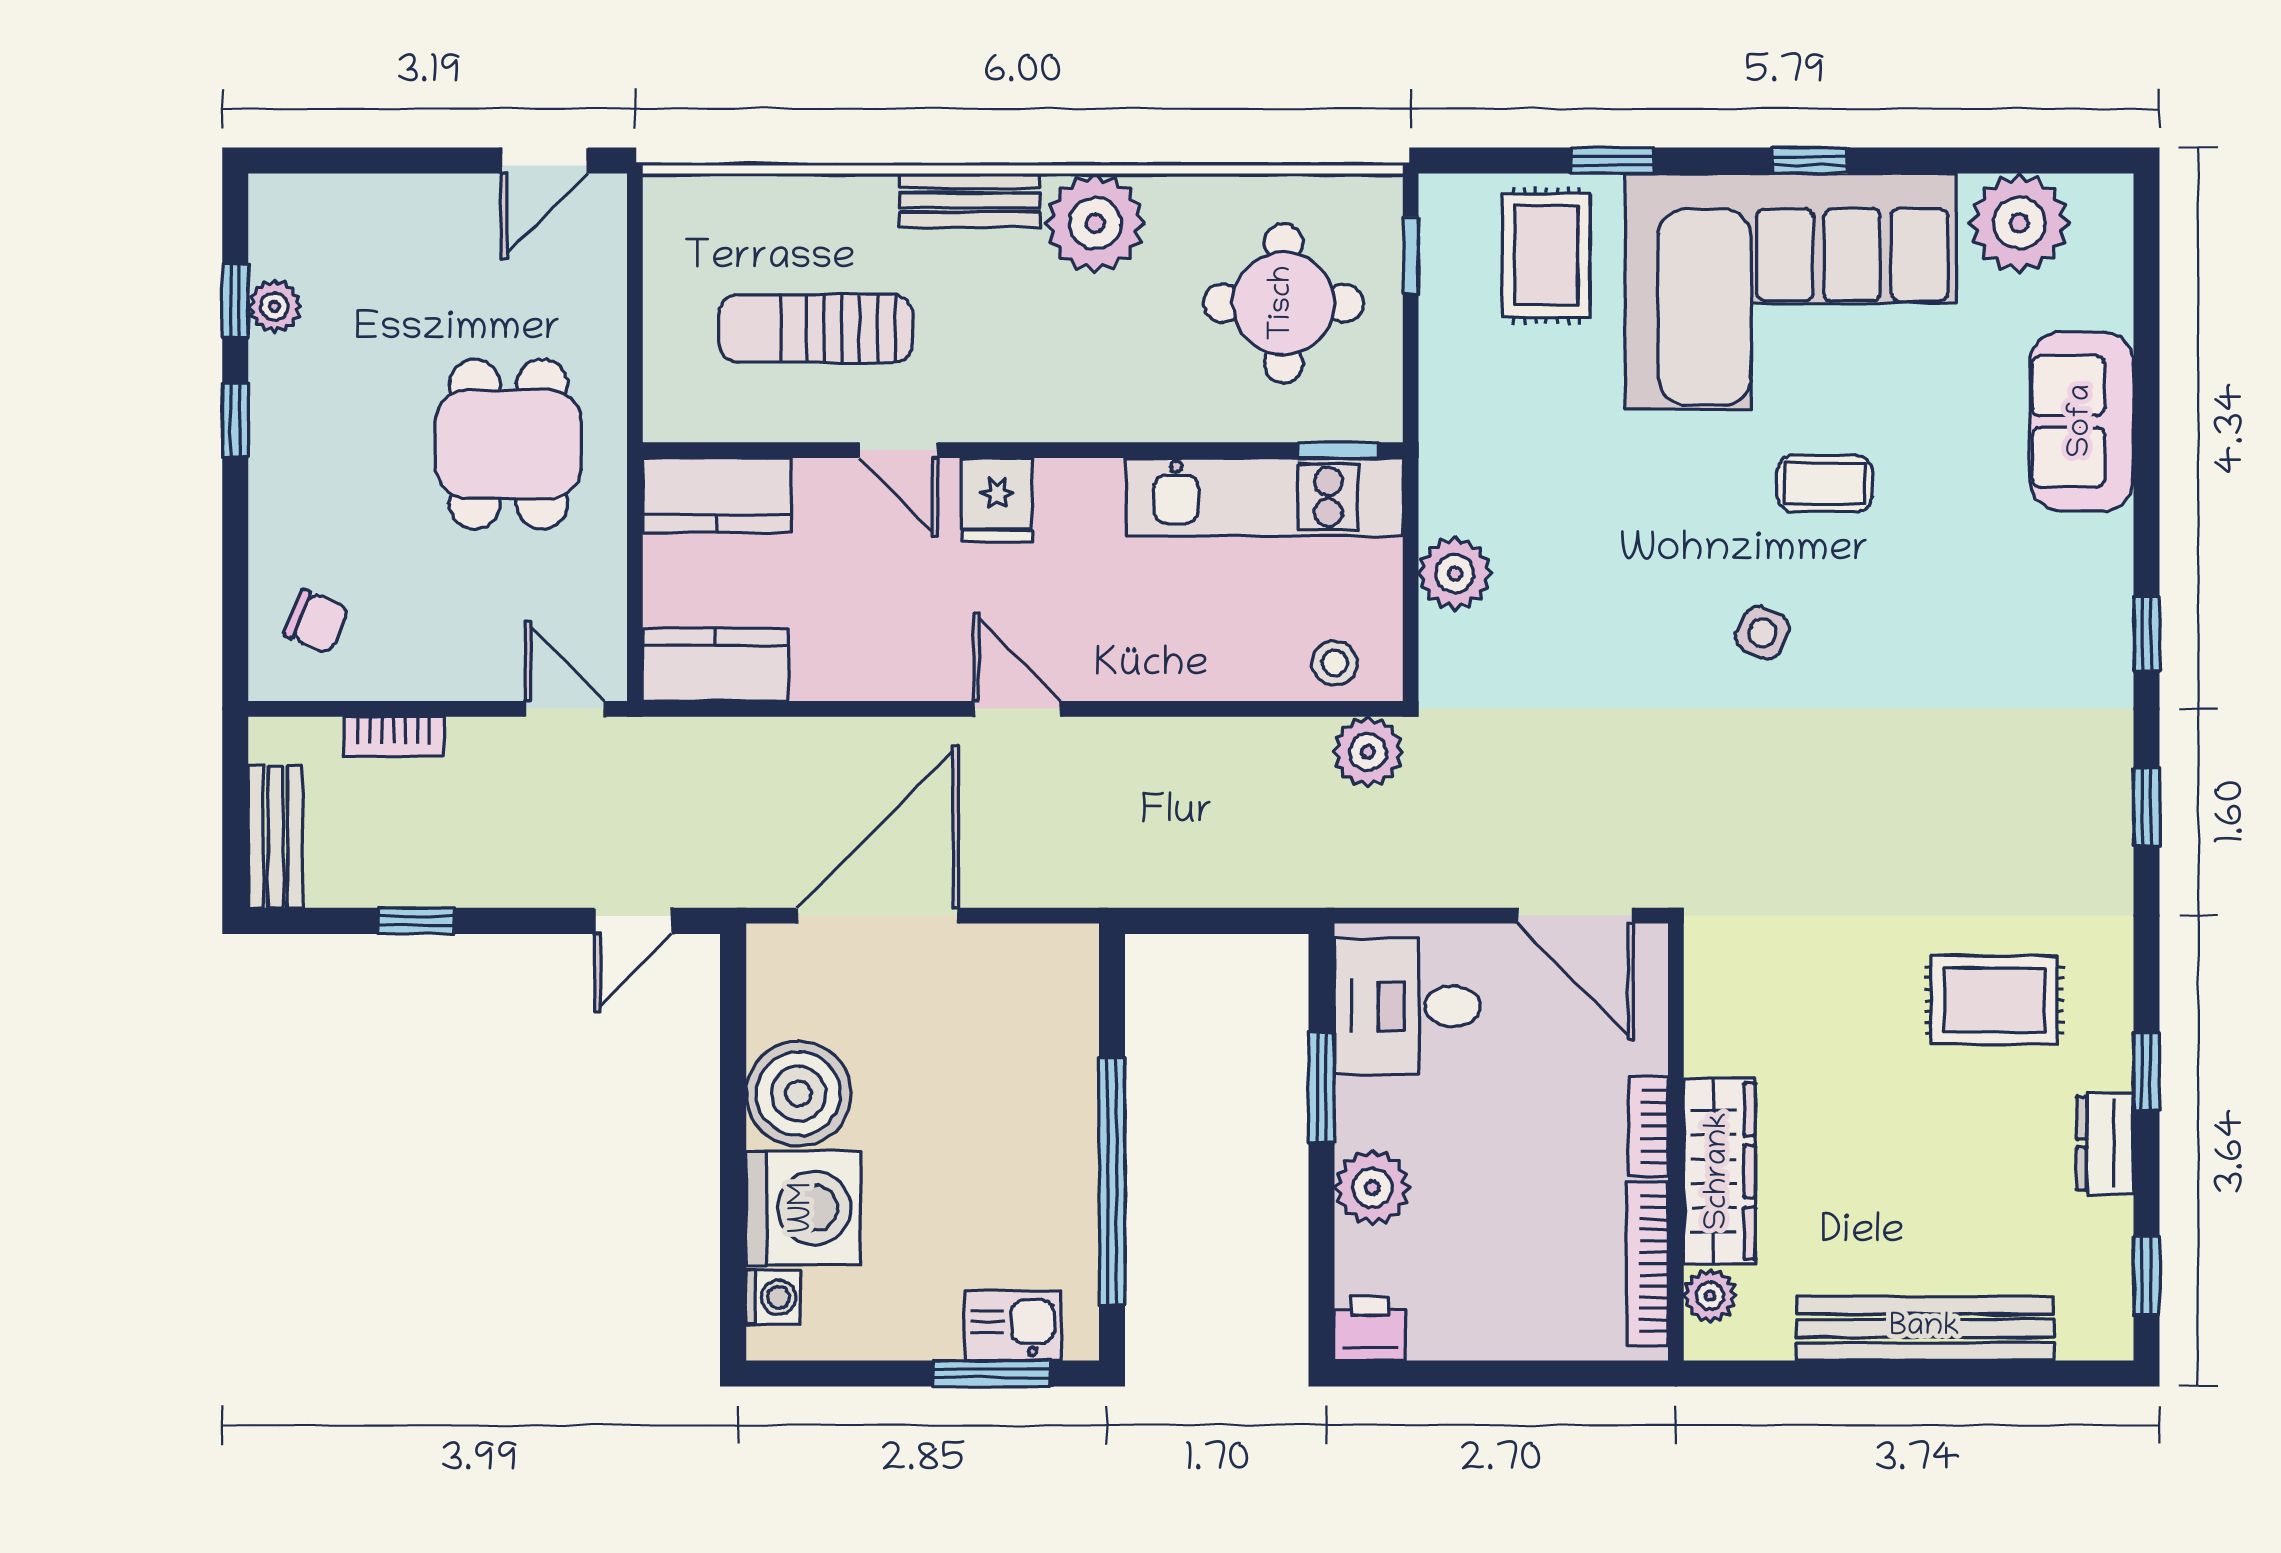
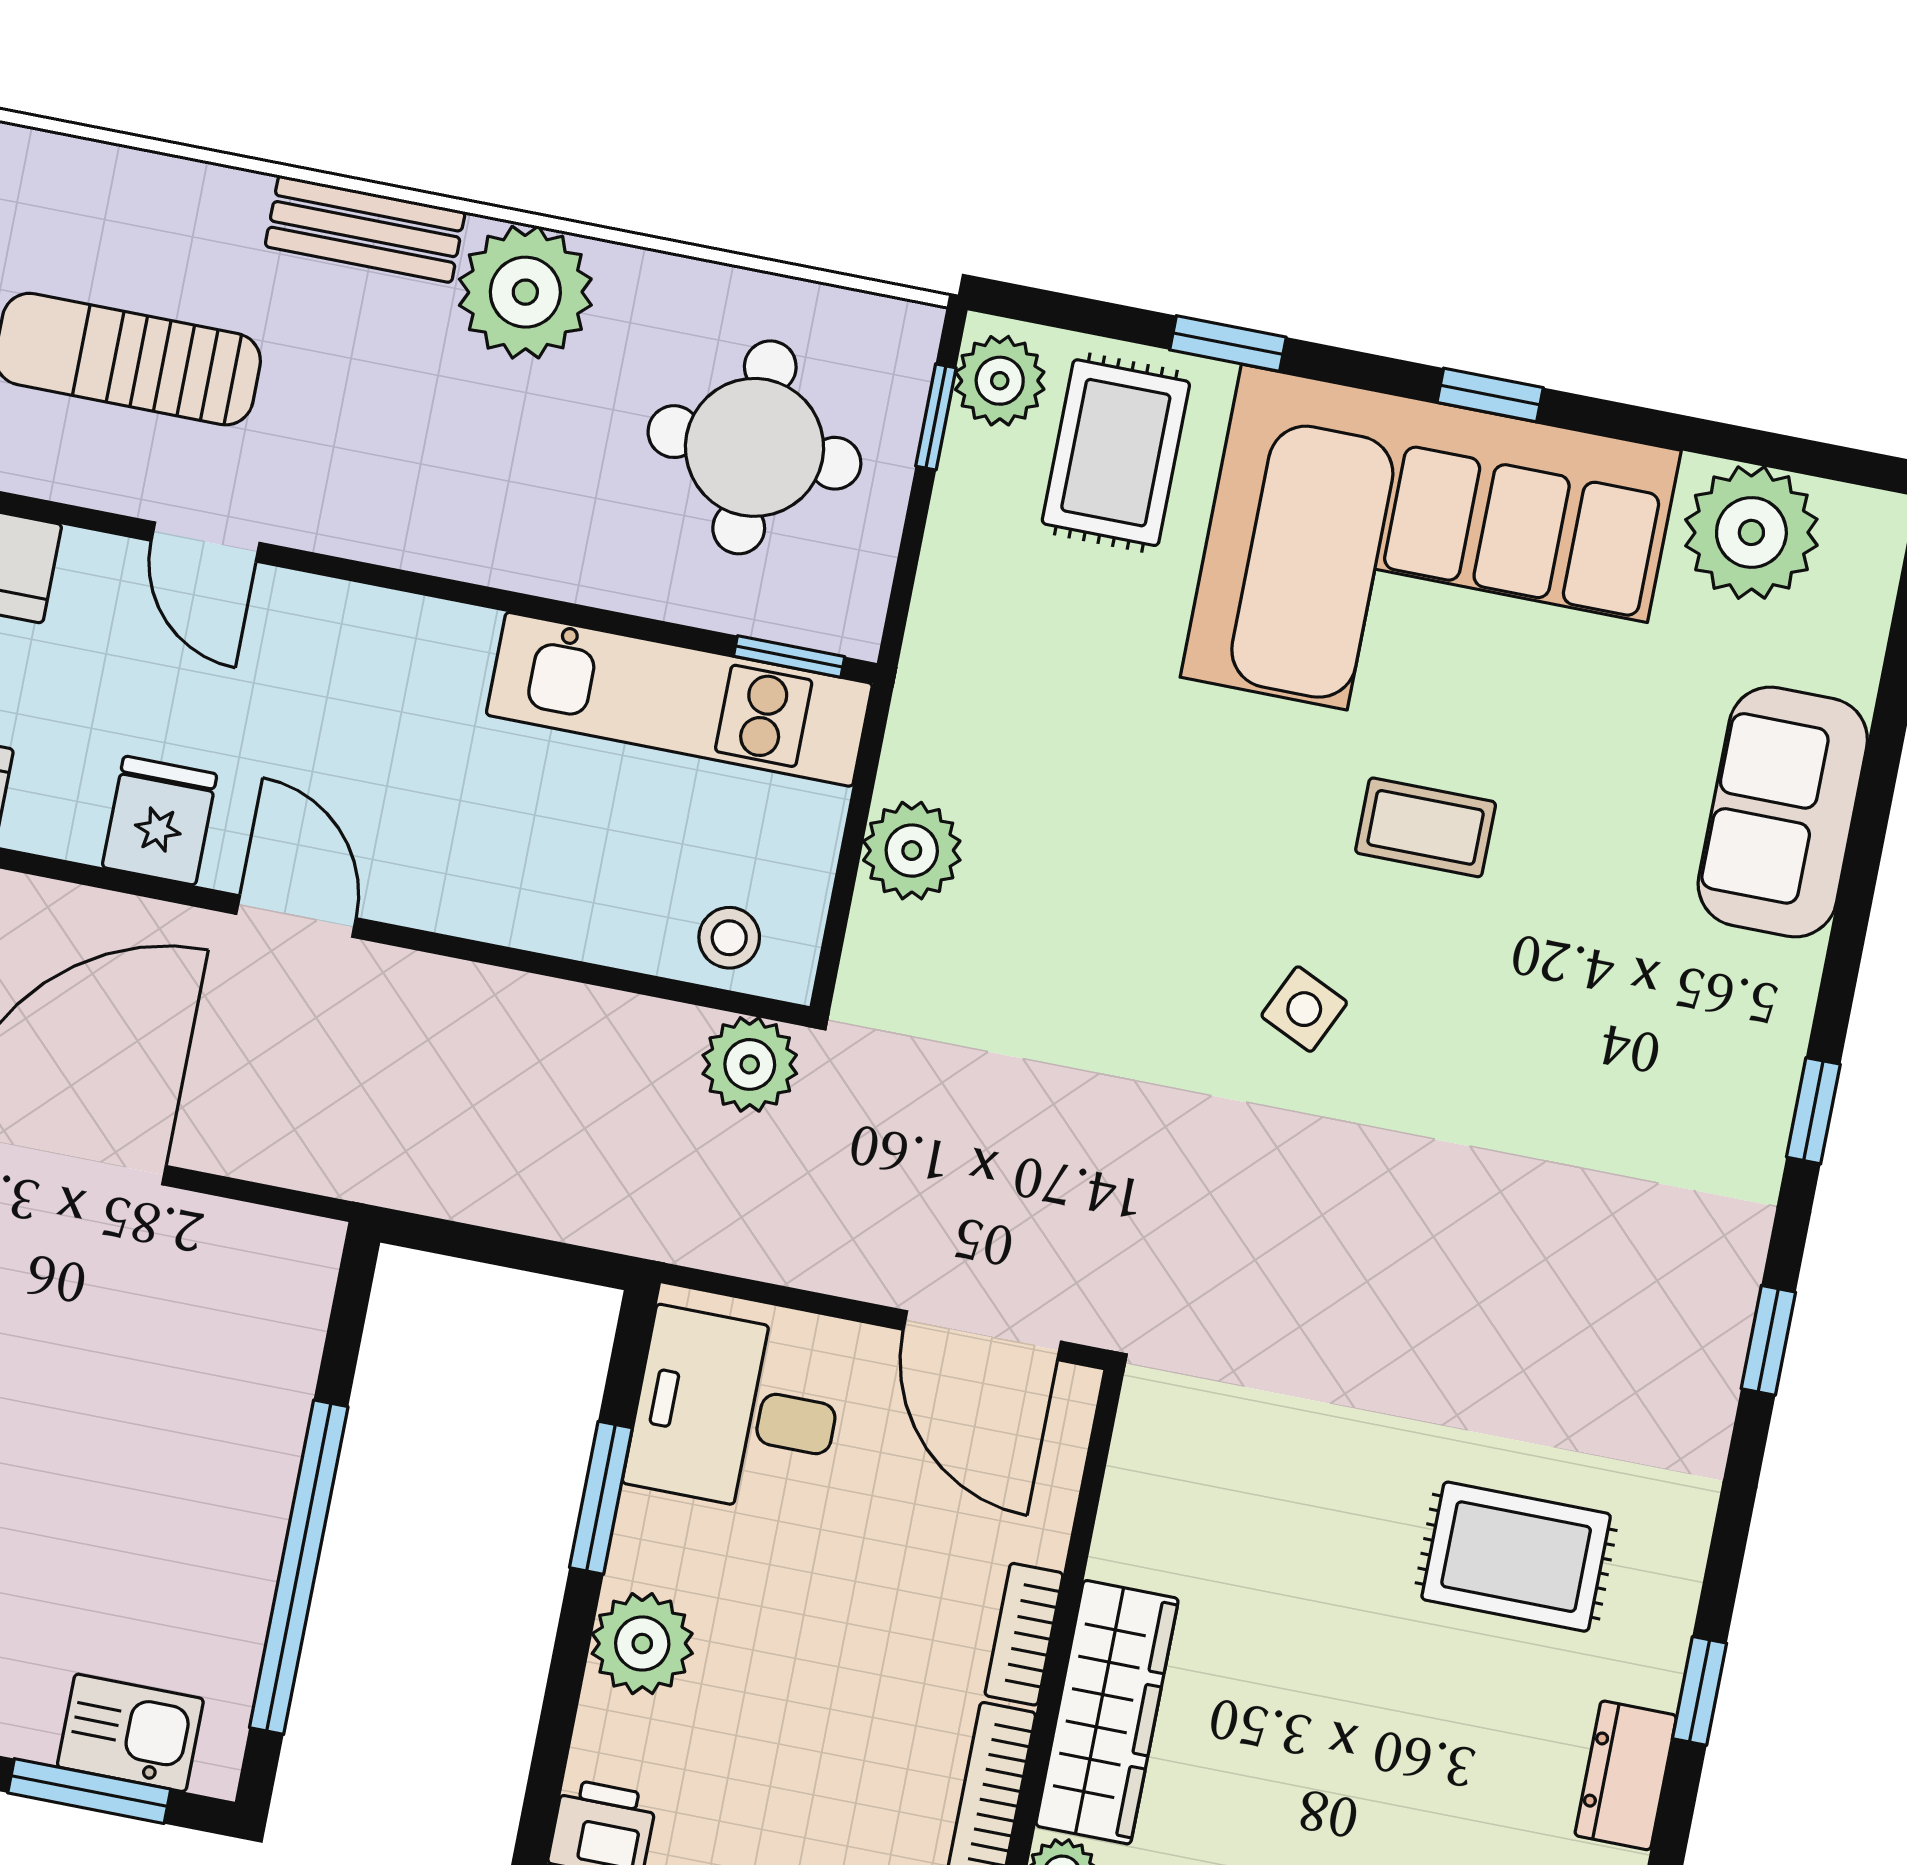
plant: (1452, 220) -> (1000, 381), added
fridge: (997, 500) -> (160, 821), moved, turned 180

